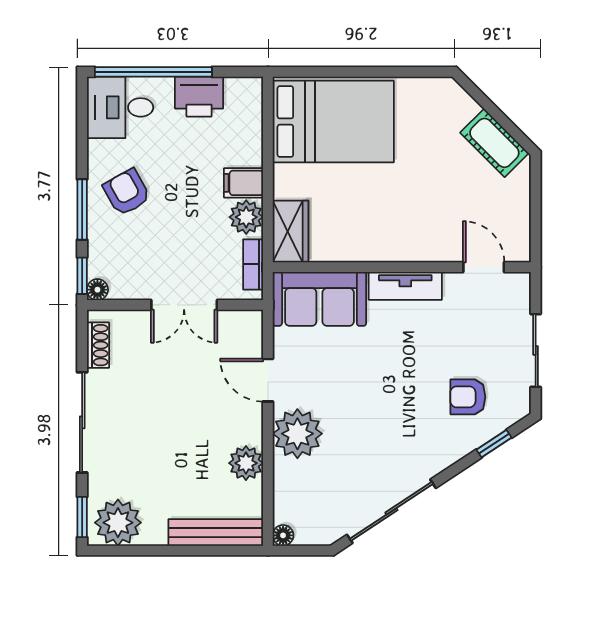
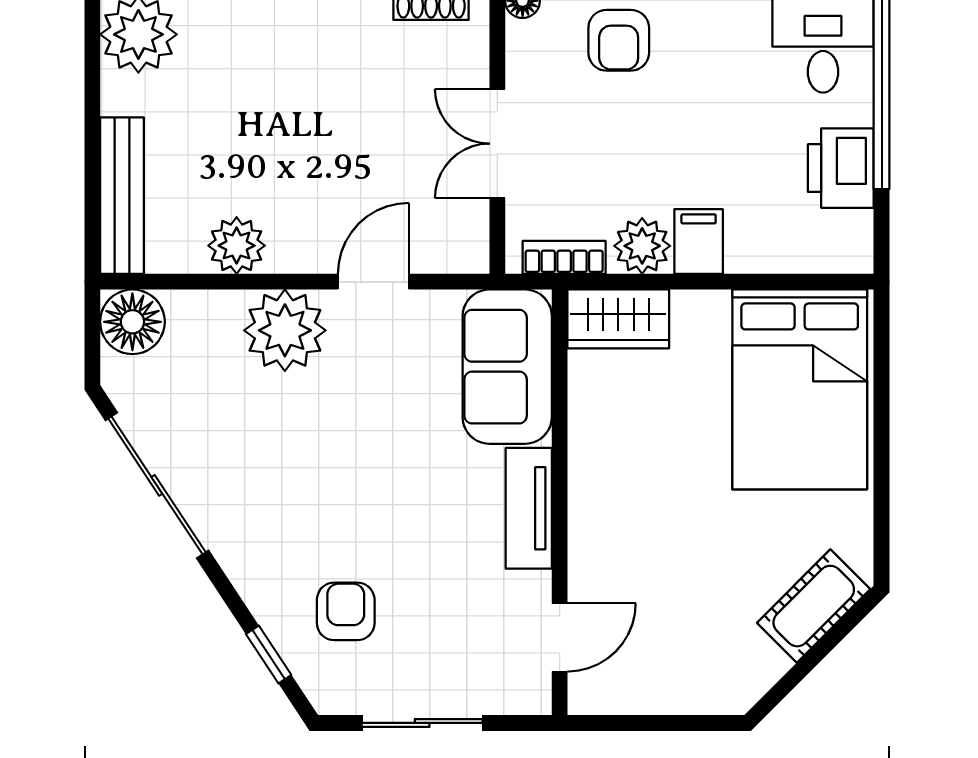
cot: (494, 143) -> (814, 606), moved
armchair: (127, 192) -> (619, 40), moved, turned 119
floor lamp: (283, 535) -> (132, 322), width x1.89, depth x1.89

